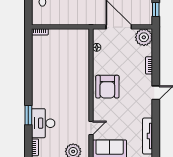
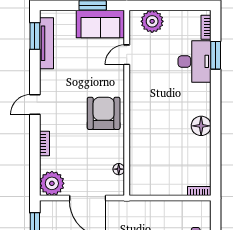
floor lamp: (39, 78) -> (201, 126), added
window: (28, 115) -> (216, 55), moved
window: (156, 141) -> (35, 36), added

